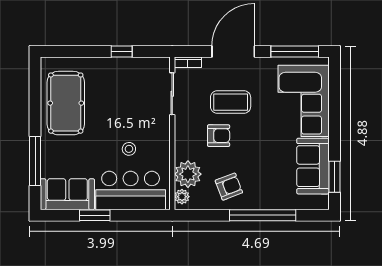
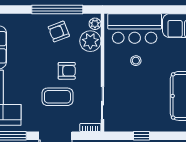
armchair: (219, 136) -> (67, 71), turned 180
window: (95, 215) -> (162, 9), removed
window: (263, 215) -> (57, 9), moved

